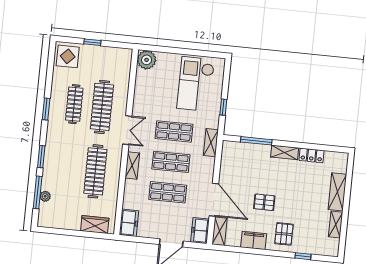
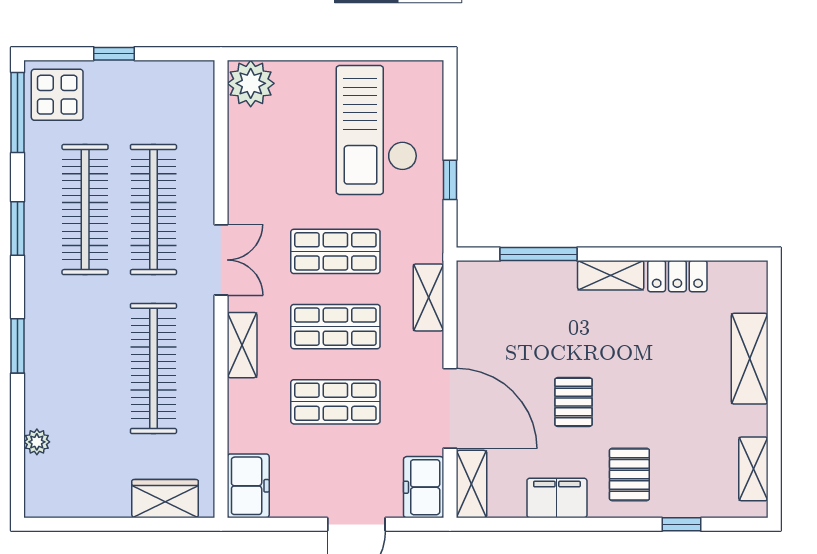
clothes rail: (74, 104) -> (85, 210), width x1.37, depth x1.31
shelving: (211, 143) -> (428, 297), moved
window: (38, 192) -> (18, 113), moved
pallet: (264, 202) -> (573, 402), turned 90
shelving: (336, 225) -> (753, 469), moved

